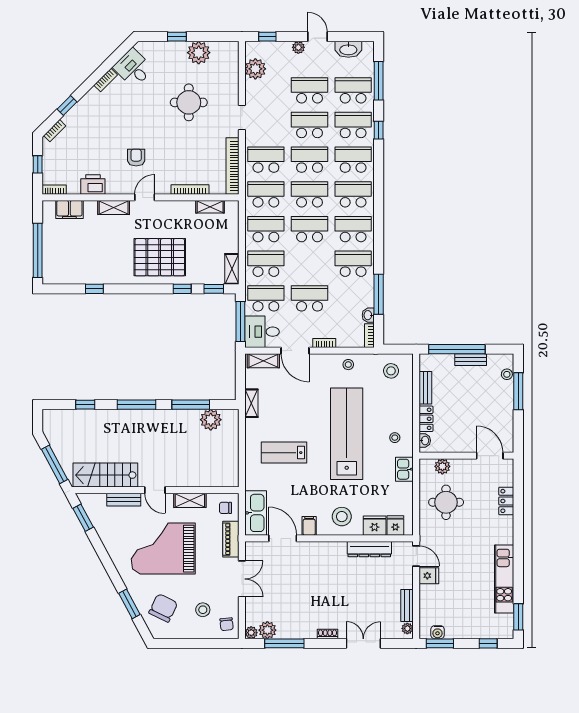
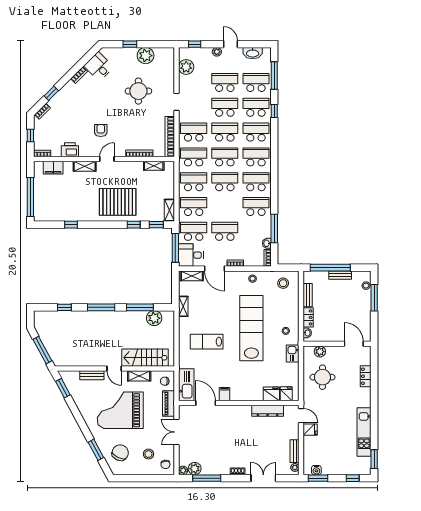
stairs: (105, 475) -> (145, 358), moved
stool: (342, 517) -> (248, 387), removed
double door: (242, 579) -> (176, 432), swing flipped

